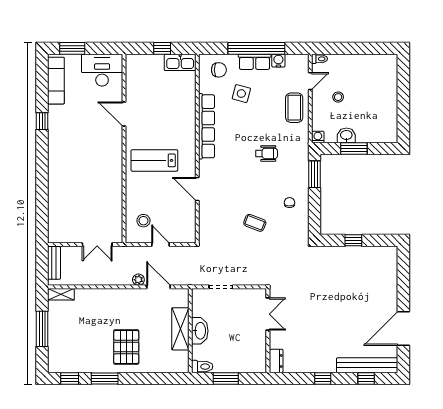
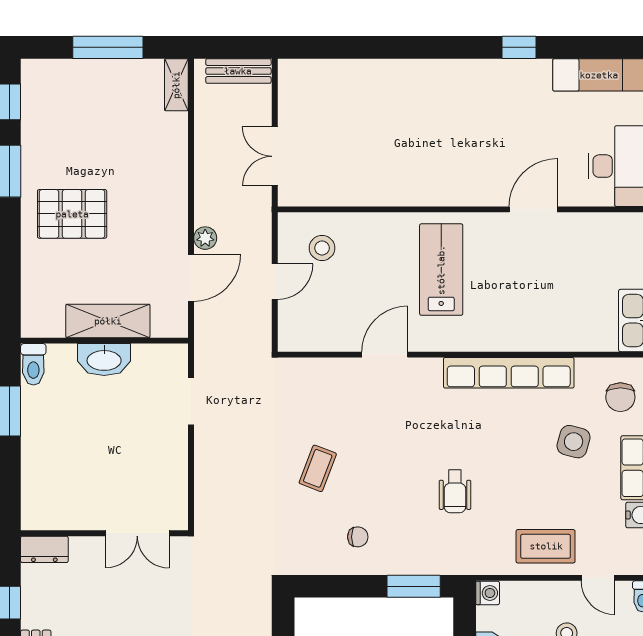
double door: (268, 314) -> (137, 533), moved
wall: (268, 331) -> (104, 533), moved
dresser: (276, 361) -> (44, 549), moved

